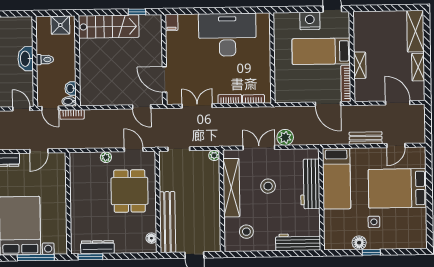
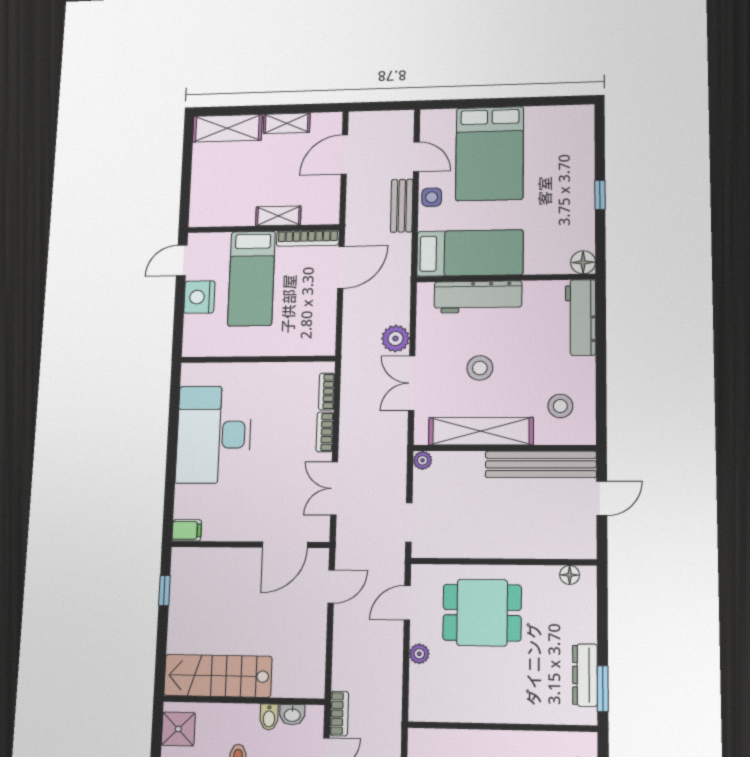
stairs: (109, 27) -> (218, 676), moved, turned -90
bidet: (69, 101) -> (269, 717), moved
bench: (167, 222) -> (541, 464), moved
side table: (374, 222) -> (432, 197), moved
floor lamp: (359, 243) -> (583, 262), moved

